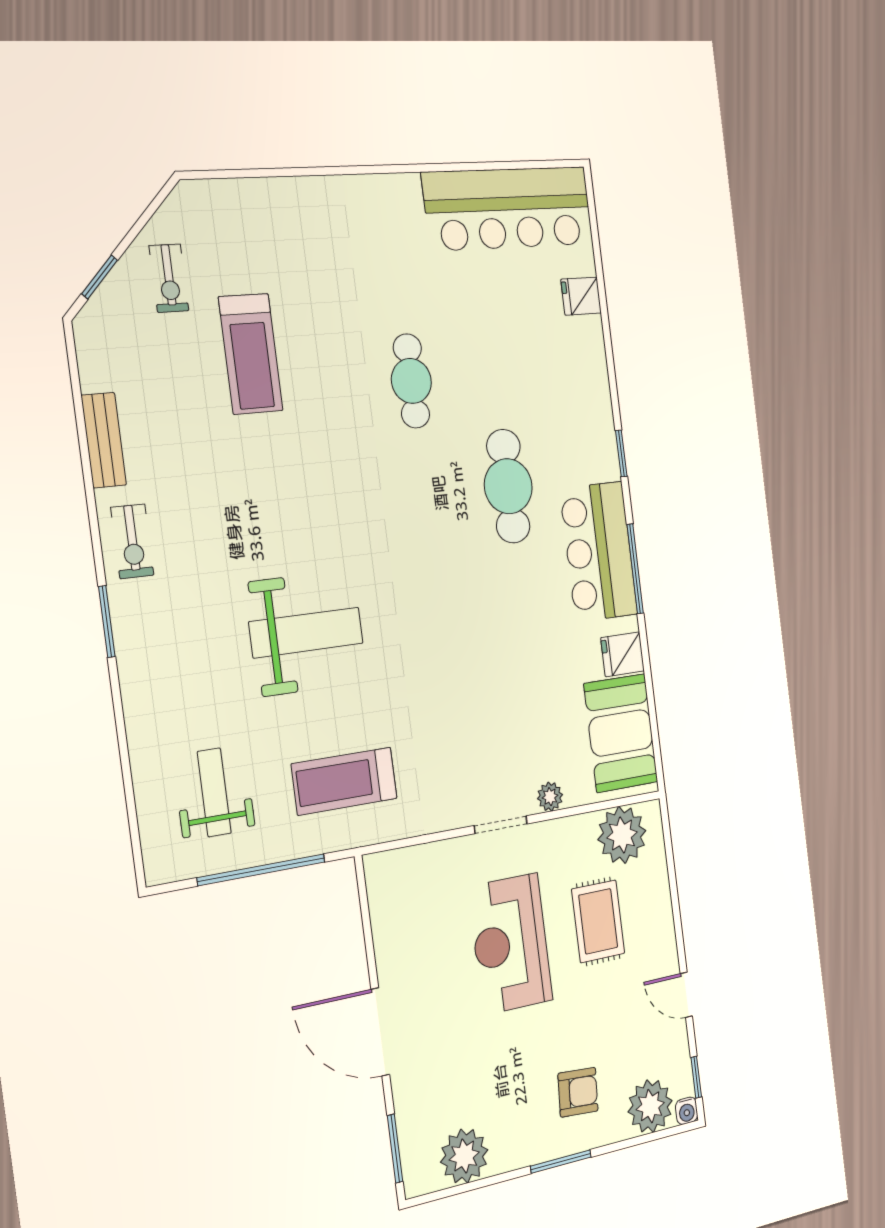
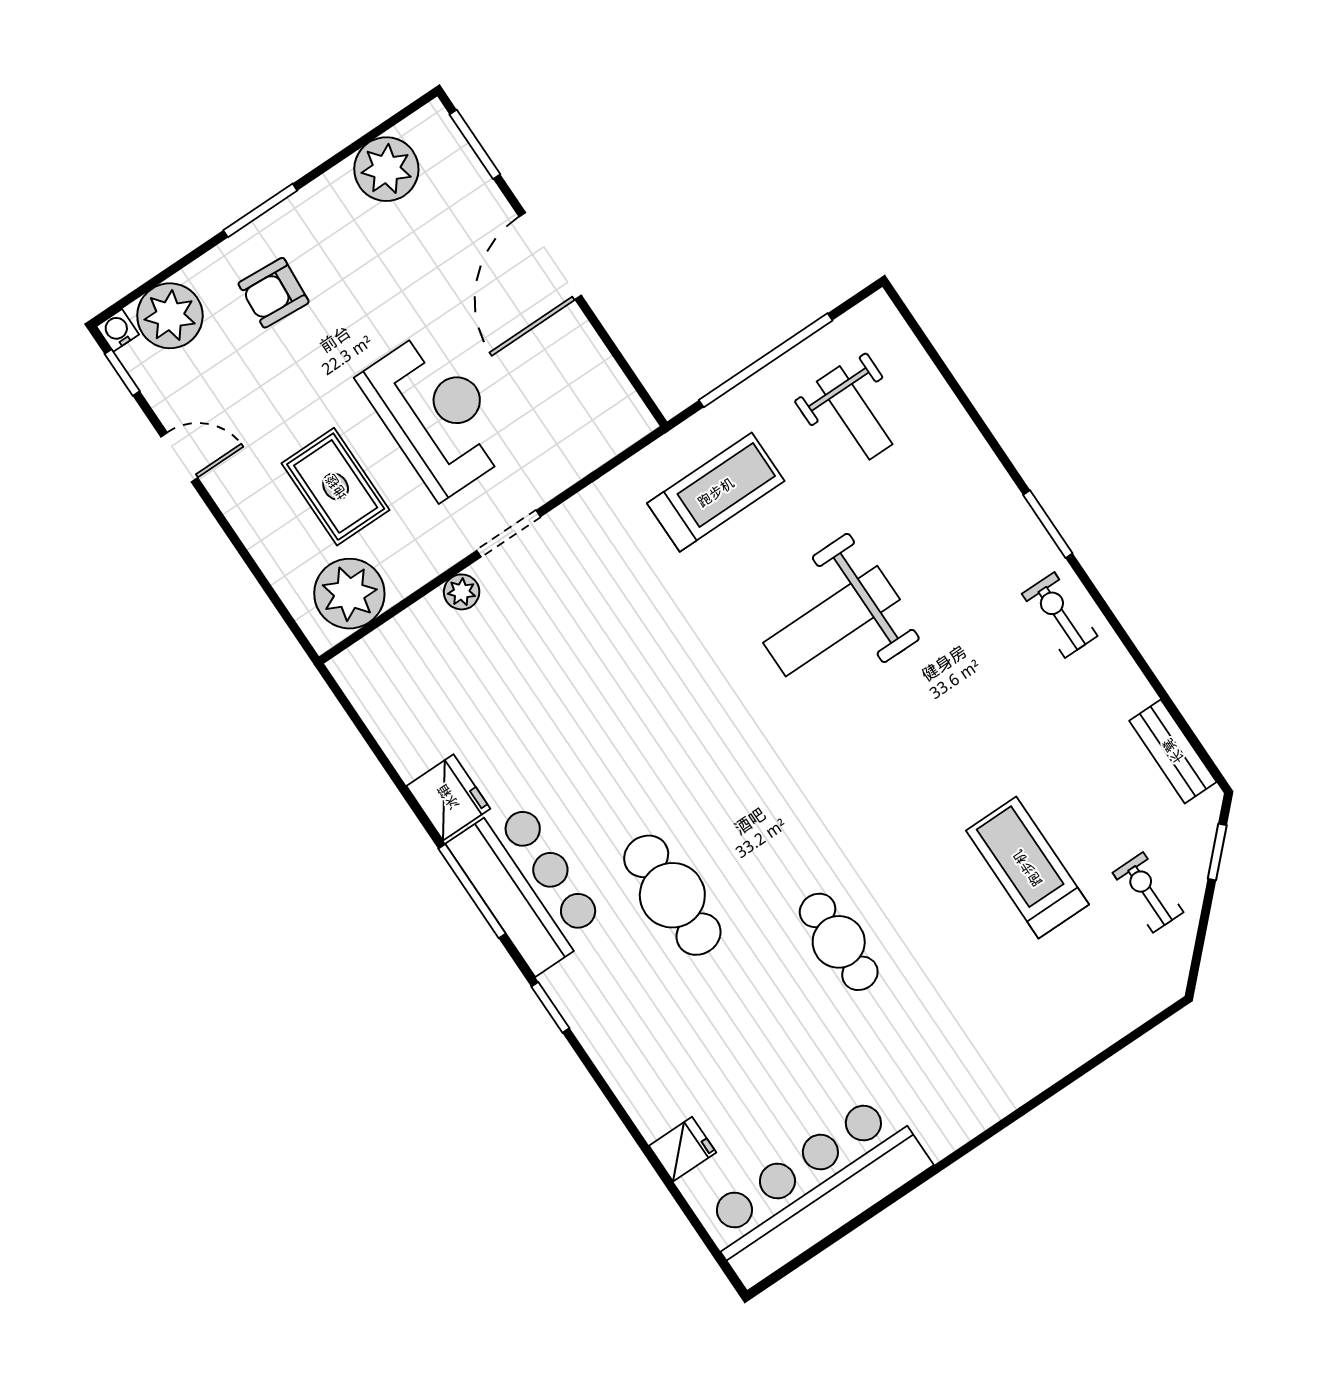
bench: (104, 440) -> (1173, 751), moved
fridge: (623, 654) -> (448, 797), width x1.38
booth: (621, 733) -> (404, 703), removed
door: (380, 1032) -> (550, 256), swing flipped

